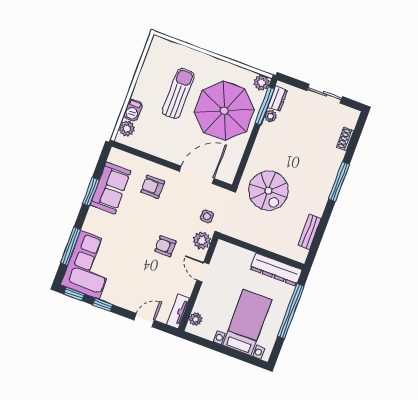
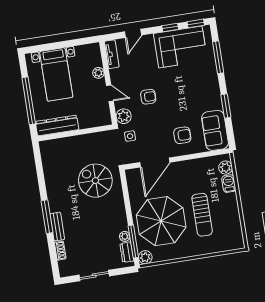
sofa: (111, 188) -> (215, 130), moved
bench: (309, 232) -> (57, 227), moved
corner sofa: (90, 265) -> (180, 47), moved, turned -90
plant: (196, 319) -> (98, 73), moved

